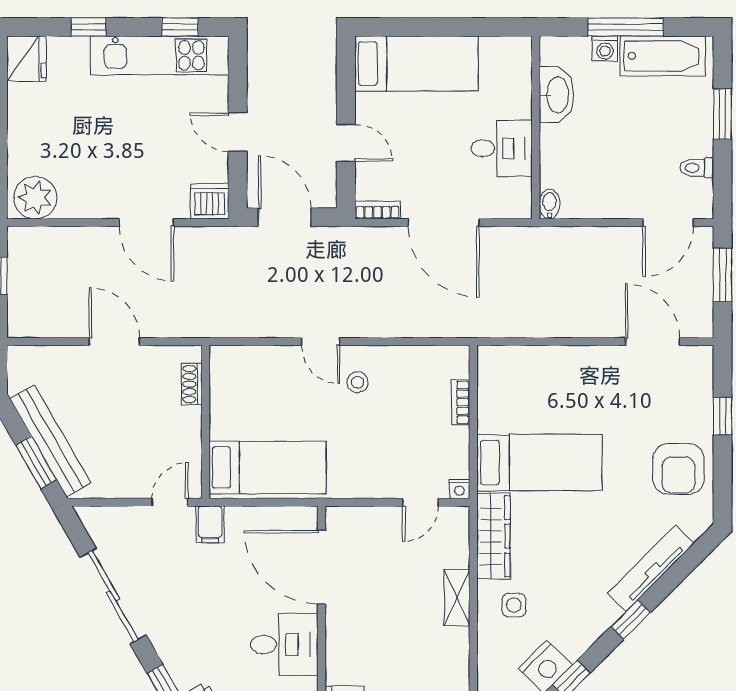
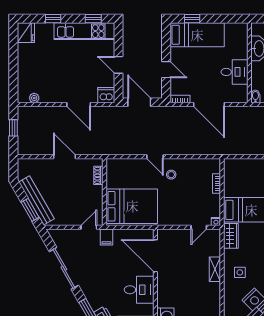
window: (405, 27) -> (192, 19), added
plant: (35, 198) -> (34, 98), width x0.53, depth x0.53
bed: (268, 467) -> (132, 206), width x1.50
wardrobe: (493, 536) -> (231, 236), width x0.67

